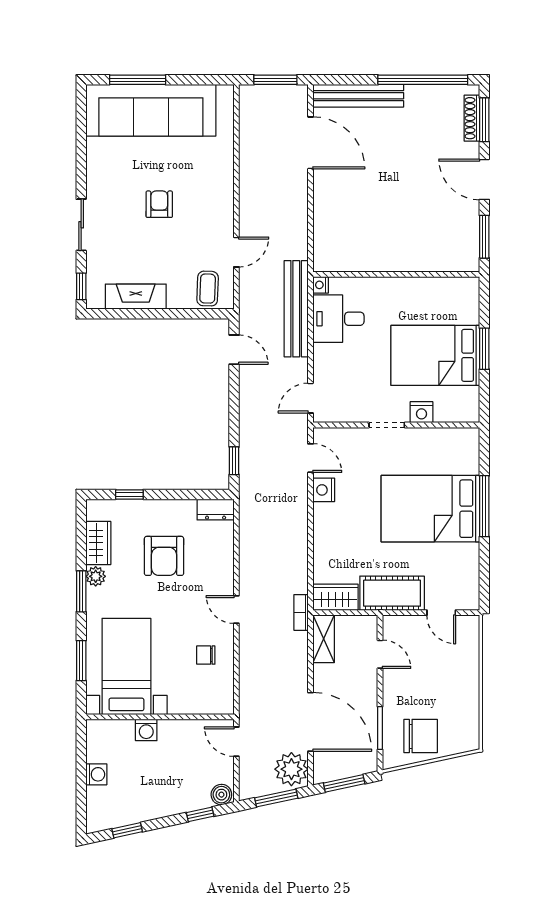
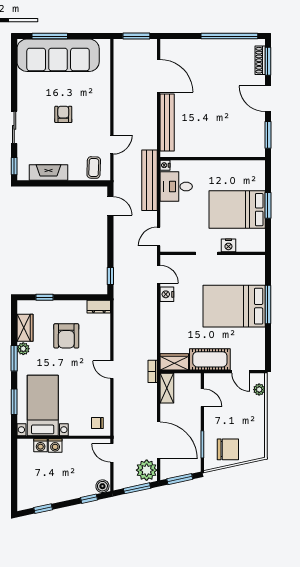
bench: (358, 96) -> (167, 123), moved, turned 90
plant: (470, 641) -> (259, 390), added
chair: (206, 655) -> (97, 423), moved
washing machine: (96, 774) -> (41, 445), moved, turned 90

